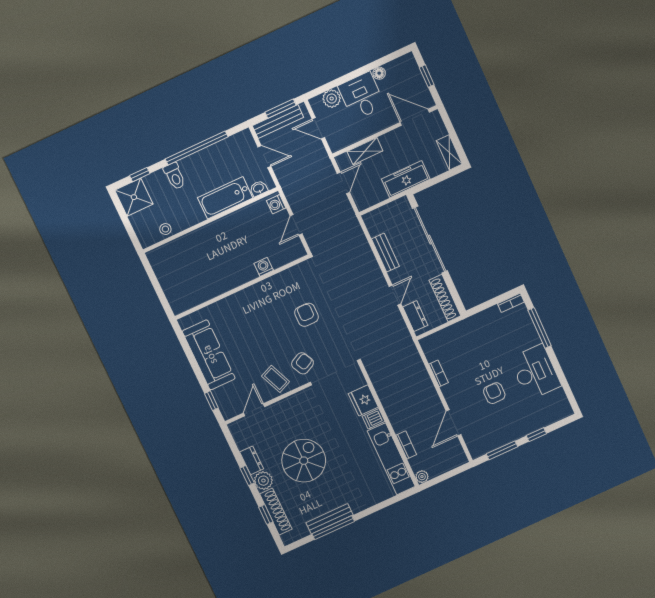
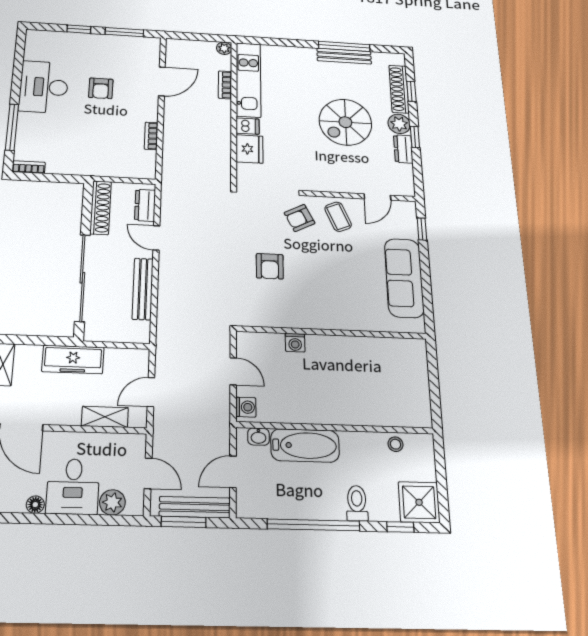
door: (264, 157) -> (233, 472), hinge flipped
door: (296, 225) -> (233, 371), hinge flipped
bench: (385, 253) -> (143, 289), width x1.36
door: (395, 295) -> (156, 238), hinge flipped

